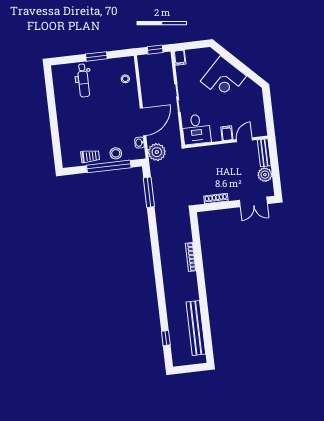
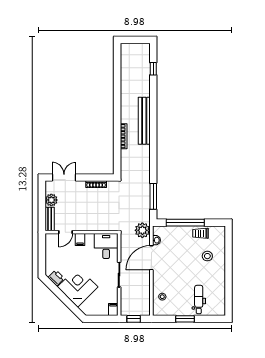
printer: (249, 86) -> (56, 278), added
stool: (116, 153) -> (207, 256), moved
bench: (196, 328) -> (144, 121), moved

